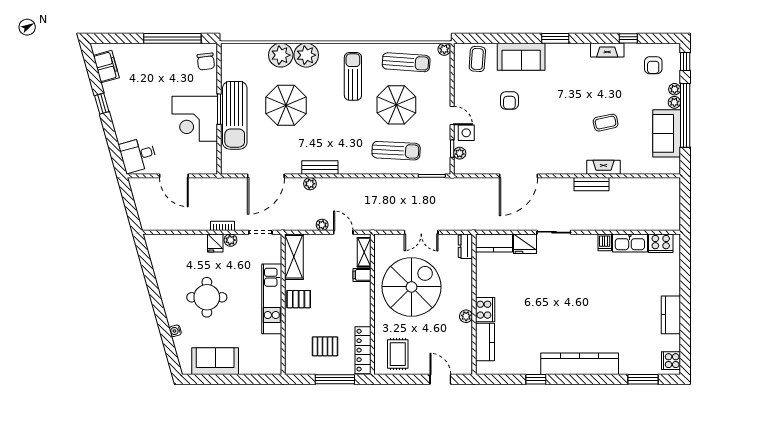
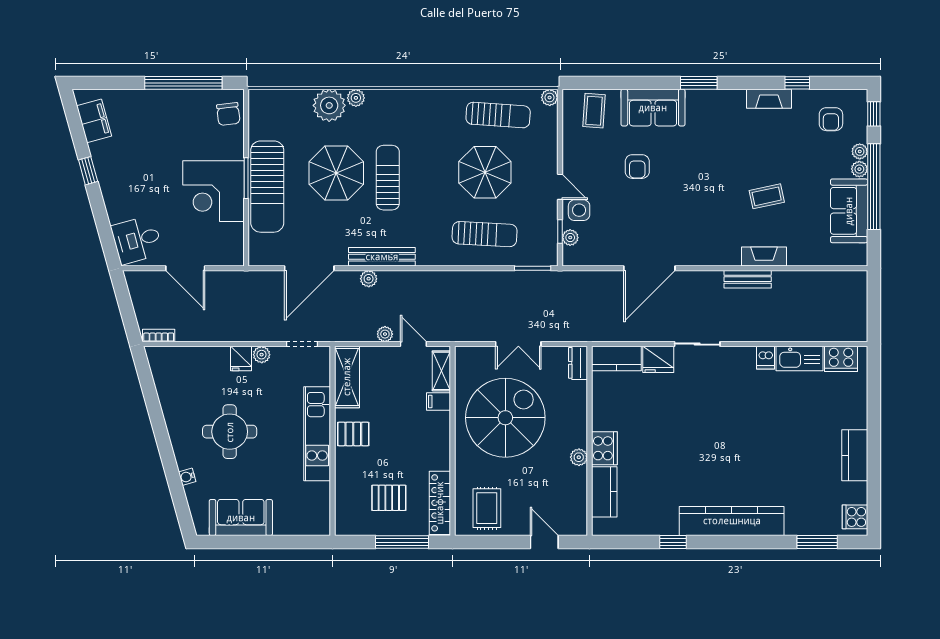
plant: (306, 55) -> (356, 98), width x0.53, depth x0.53
sun lounger: (353, 76) -> (388, 178), moved
bench: (320, 167) -> (382, 257), width x1.36
bookcase: (222, 226) -> (159, 336), moved

